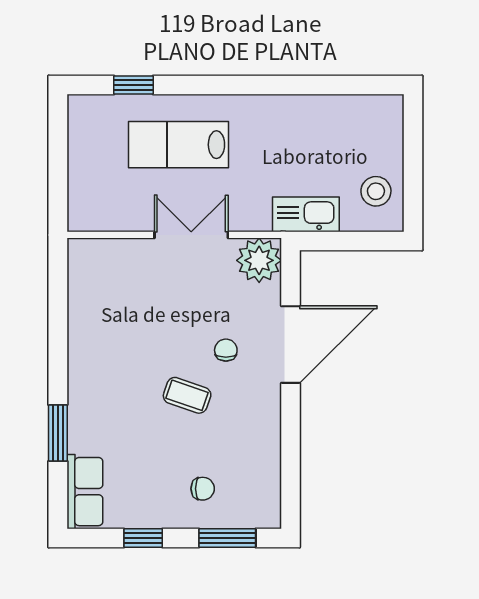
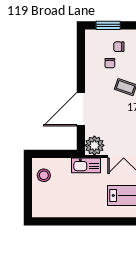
kitchen sink: (306, 214) -> (86, 165), moved
chair: (226, 350) -> (110, 63), moved

